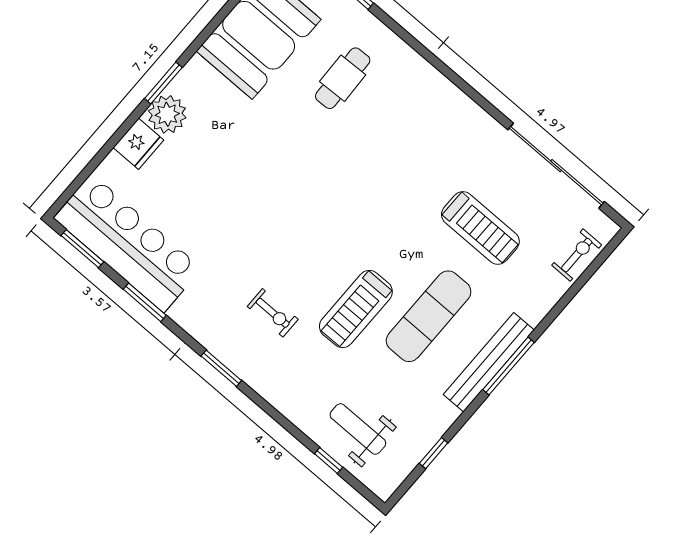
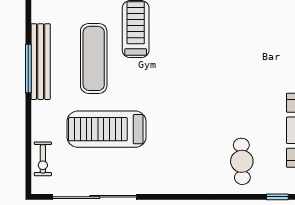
cafe table: (343, 78) -> (242, 161), moved
treadmill: (480, 228) -> (106, 129), width x1.37, depth x1.38

